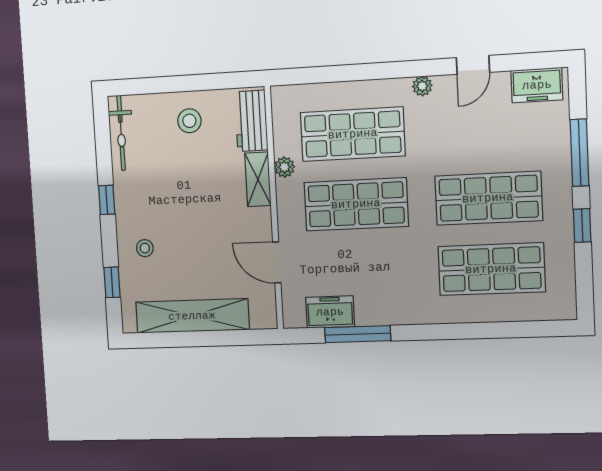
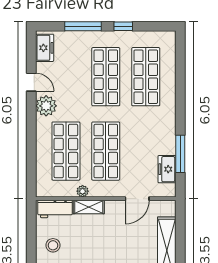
plant: (422, 86) -> (46, 106), width x1.87, depth x1.87

